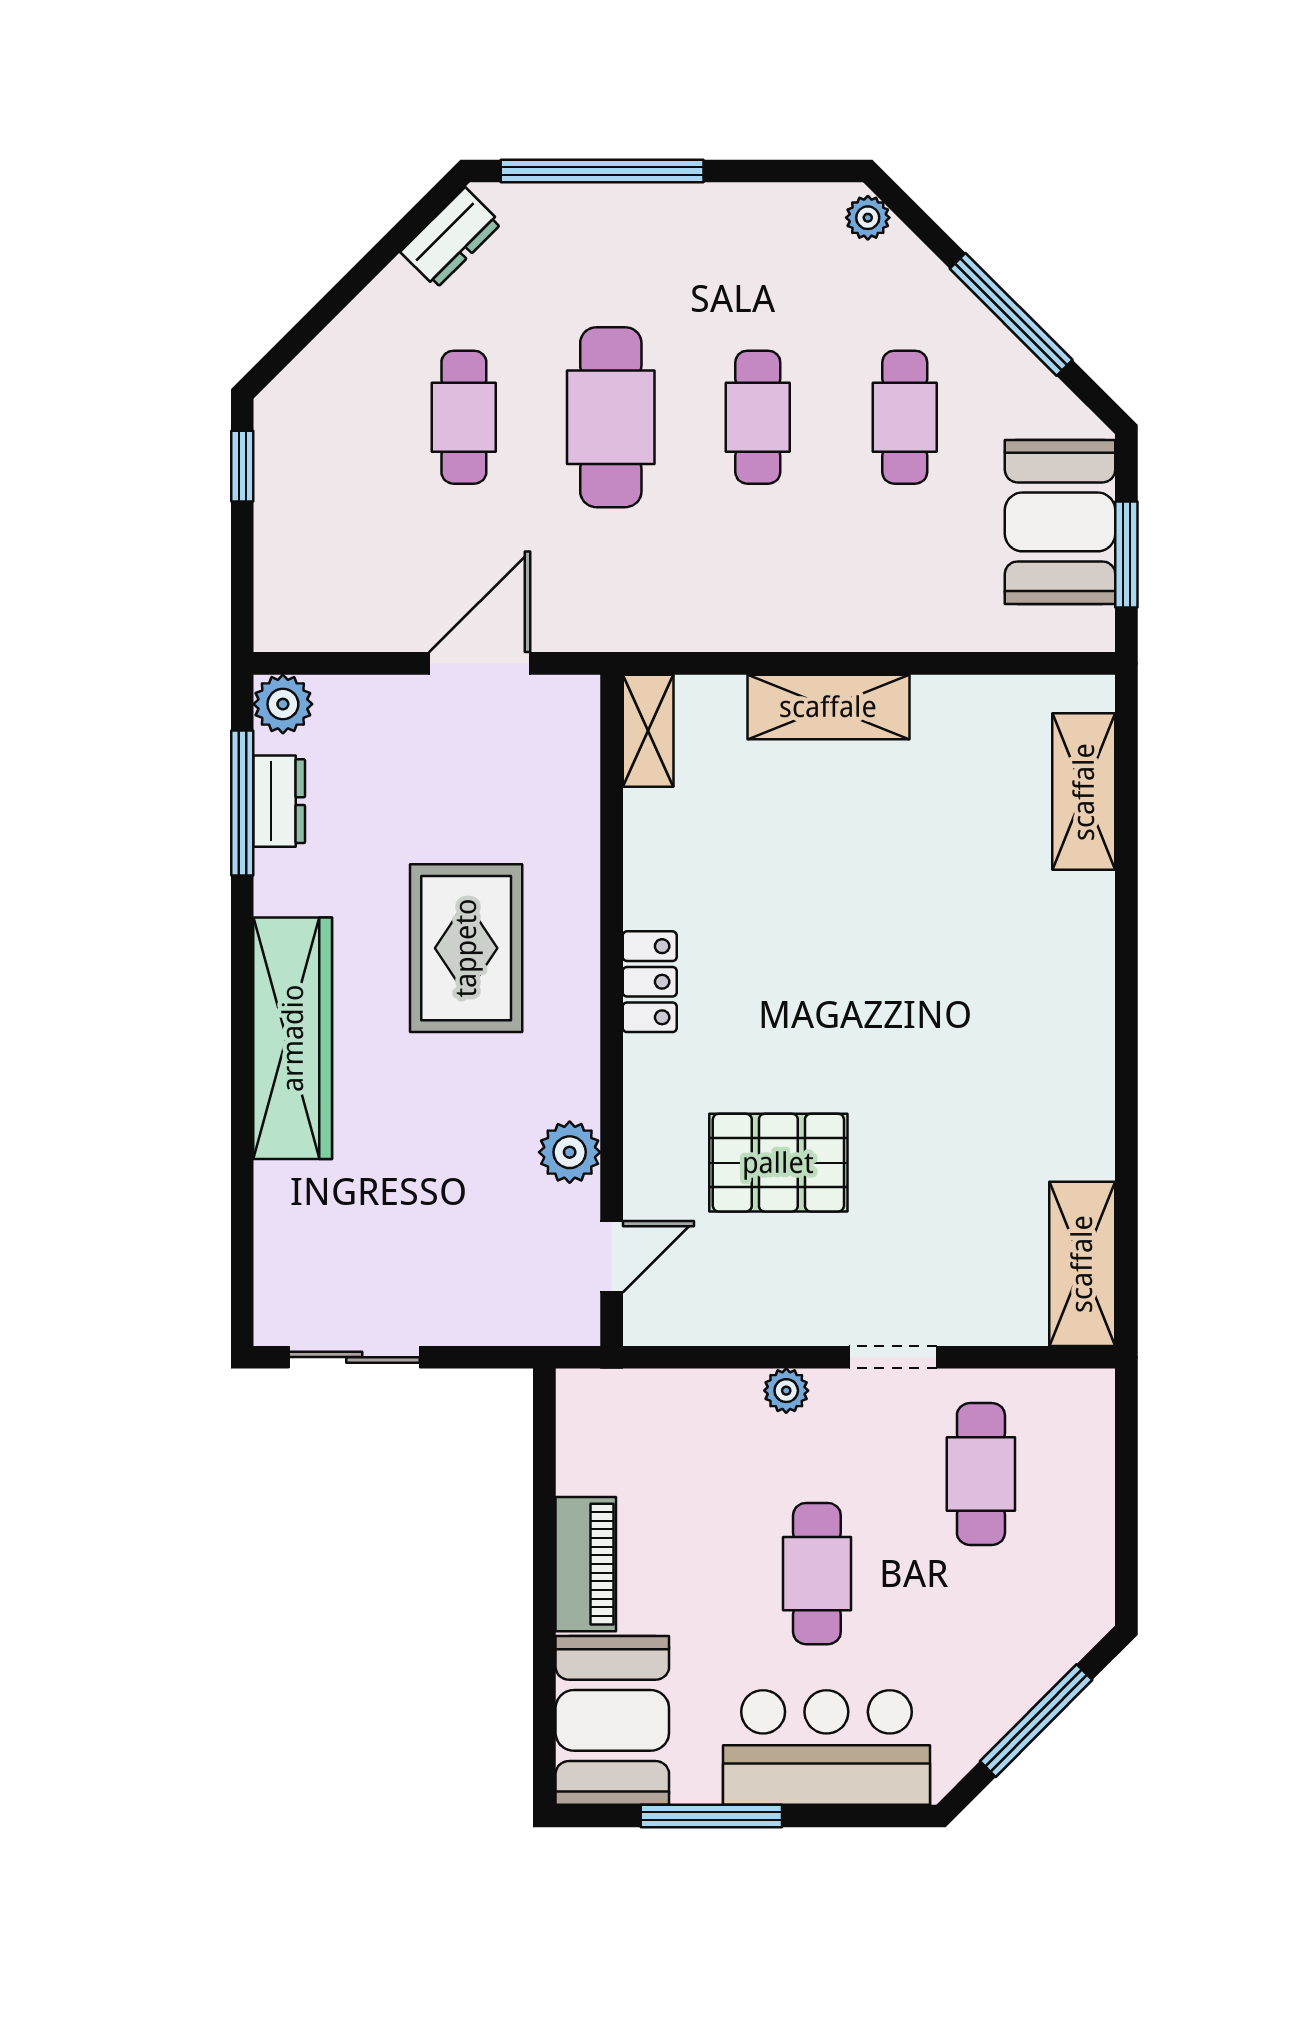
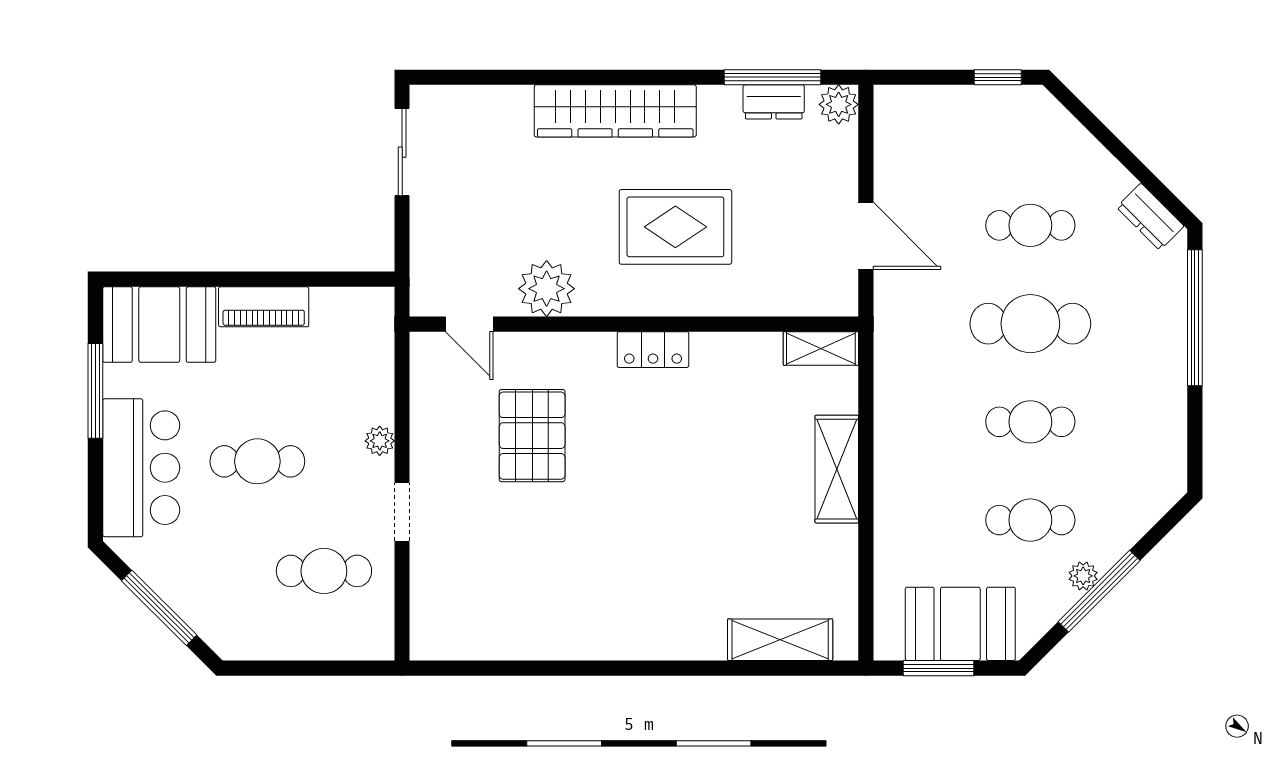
plant: (868, 218) -> (1083, 576), moved
plant: (570, 1152) -> (547, 289), width x1.36, depth x1.36
shelving: (1082, 1264) -> (464, 639), removed

